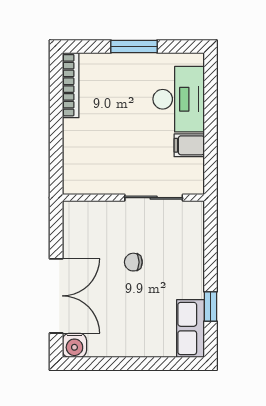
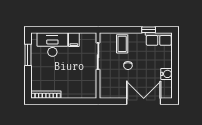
window: (134, 46) -> (28, 55), moved
coffee table: (180, 250) -> (122, 44), added
water cooler: (74, 345) -> (167, 74), moved

